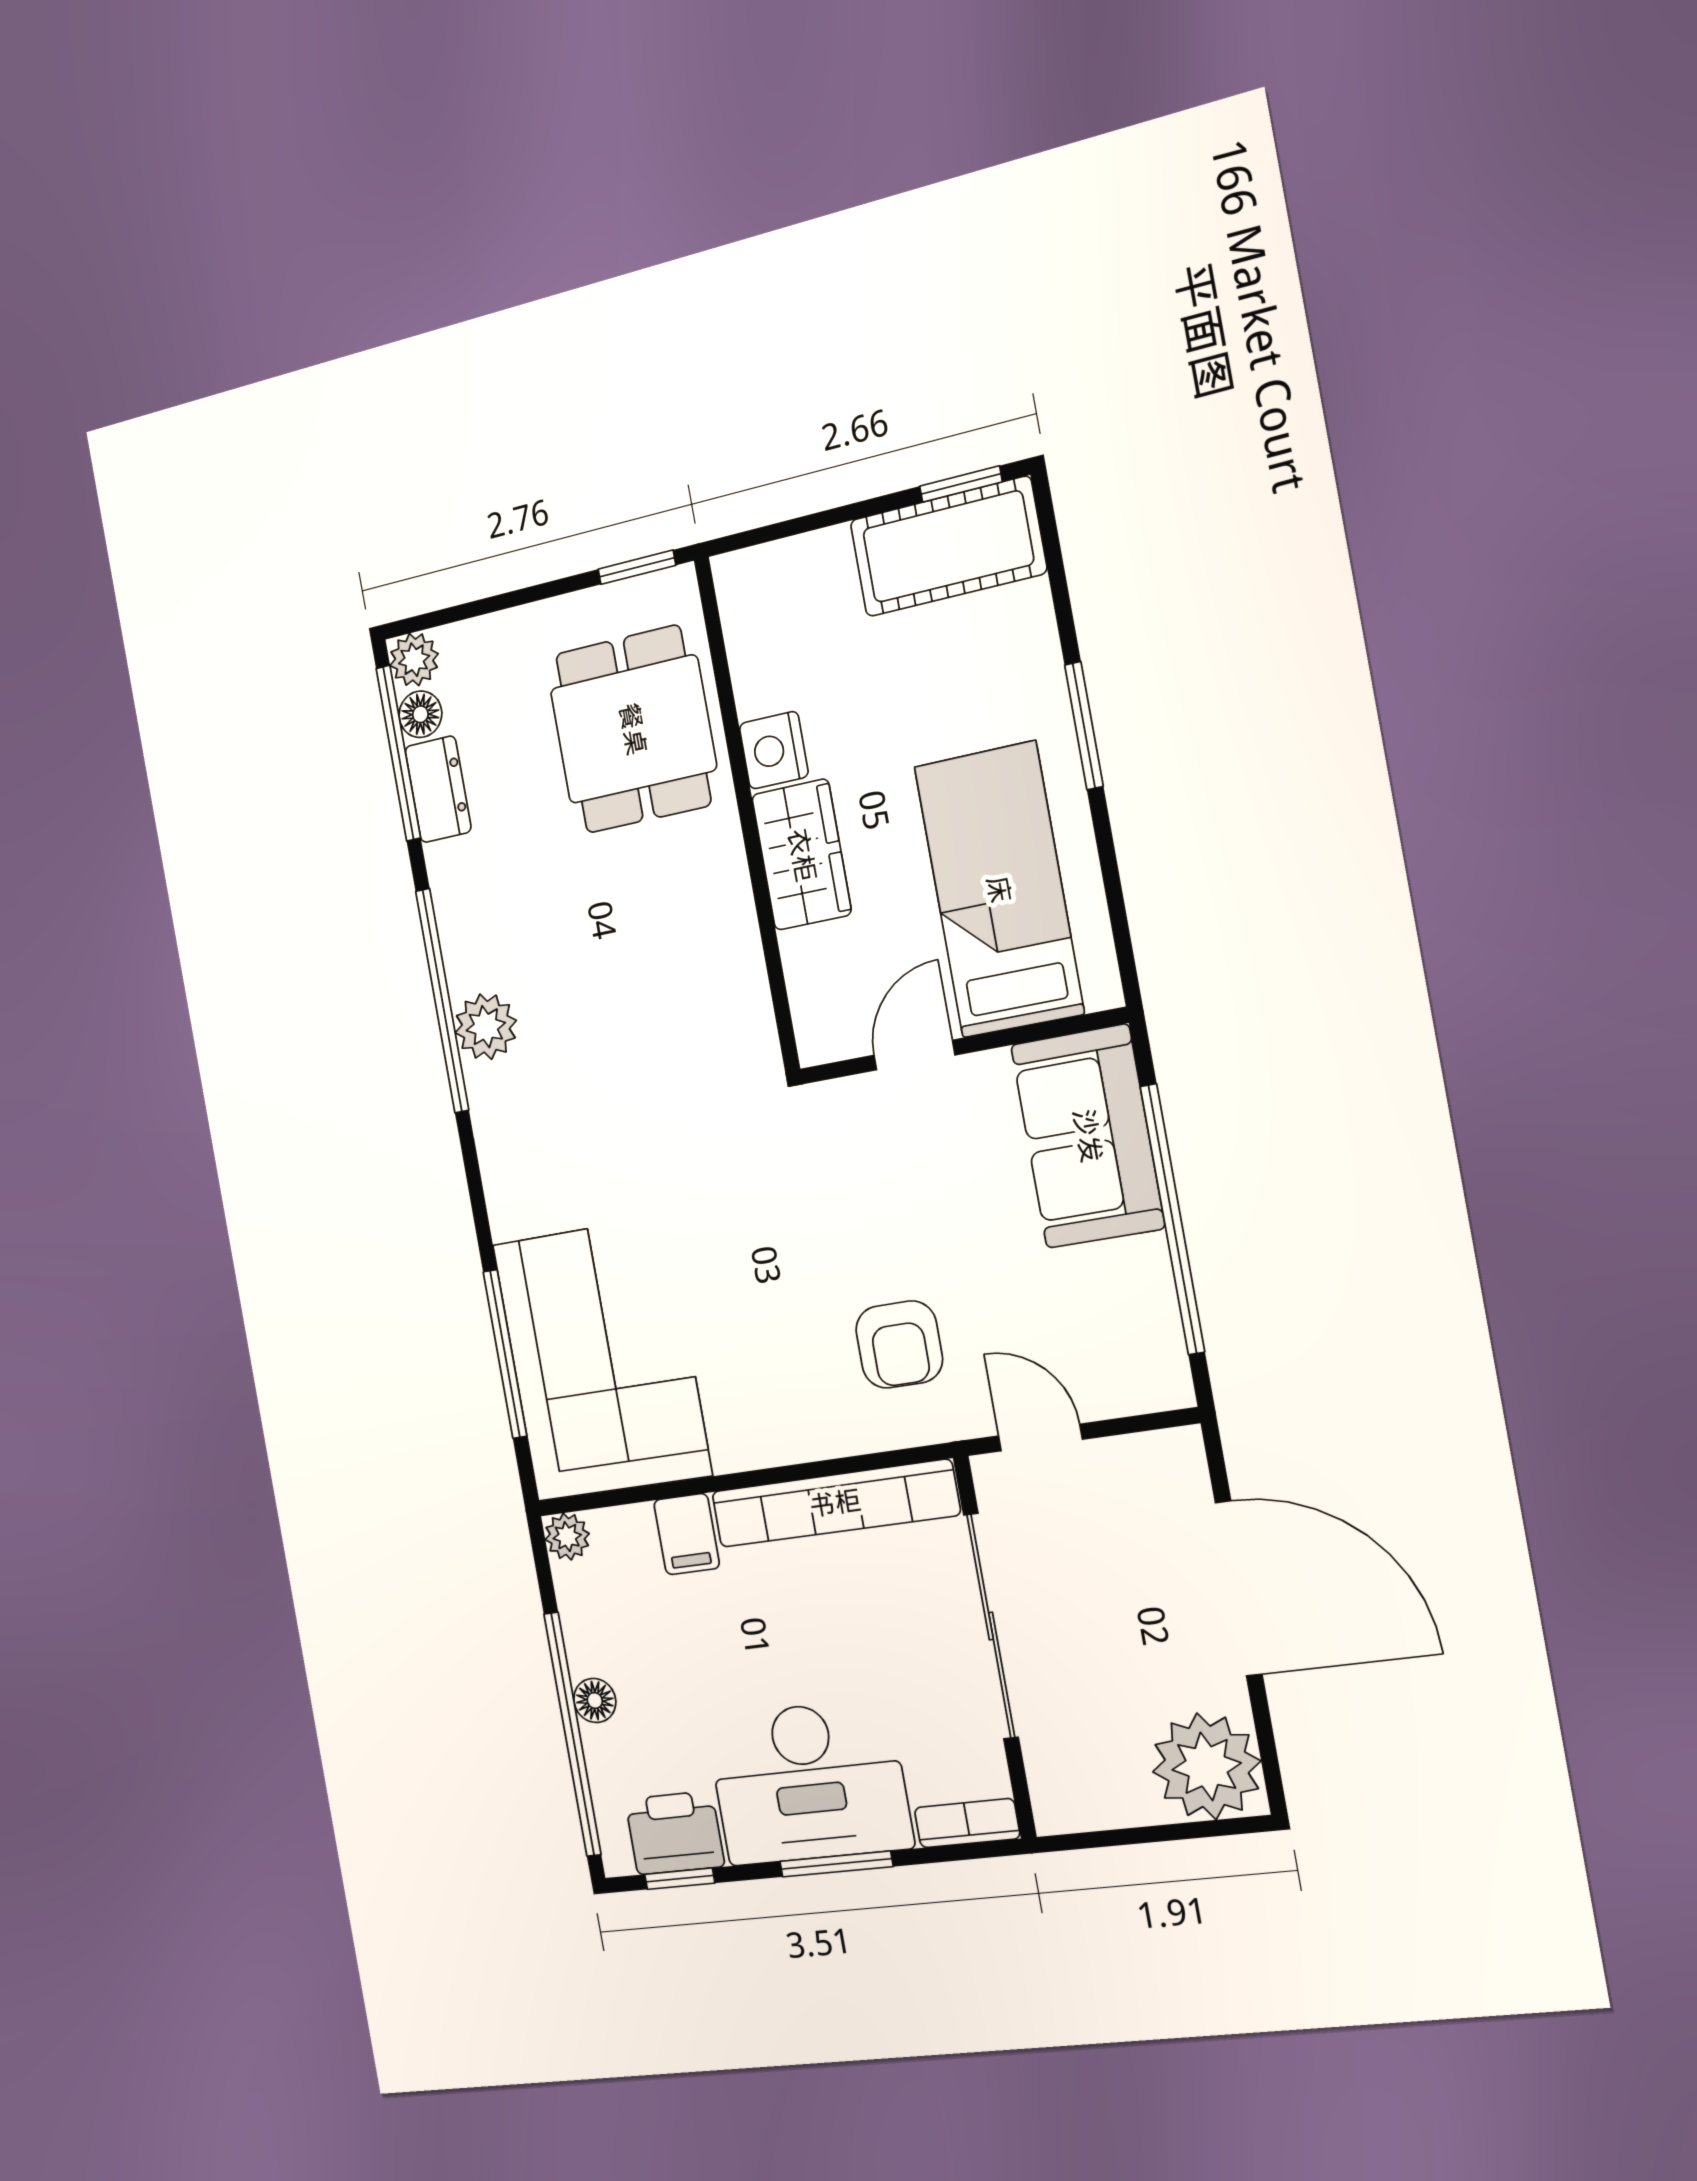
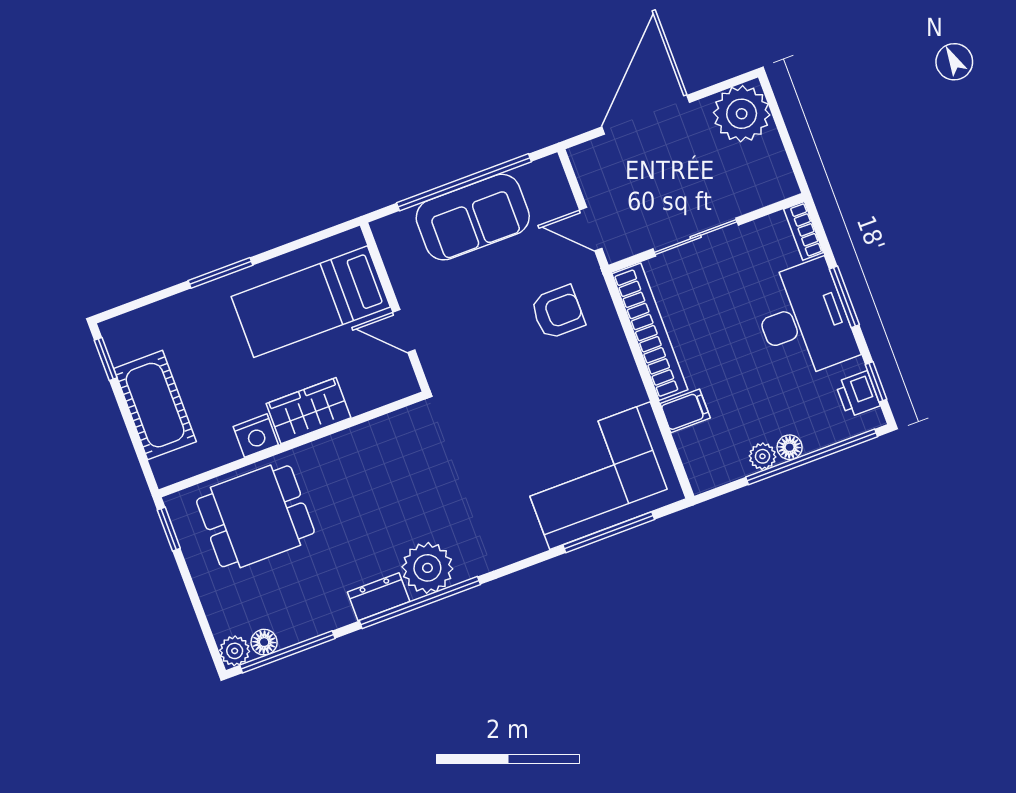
cot: (948, 547) -> (155, 405), moved
dresser: (438, 789) -> (379, 597), moved
plant: (486, 1027) -> (427, 568), width x1.36, depth x1.36
sofa: (1088, 1136) -> (473, 217), moved
door: (1040, 1438) -> (591, 229), hinge flipped
plant: (567, 1537) -> (762, 456), moved
sliding door: (991, 1626) -> (696, 237), width x0.73
printer: (675, 1833) -> (858, 394), width x0.73, depth x0.81

